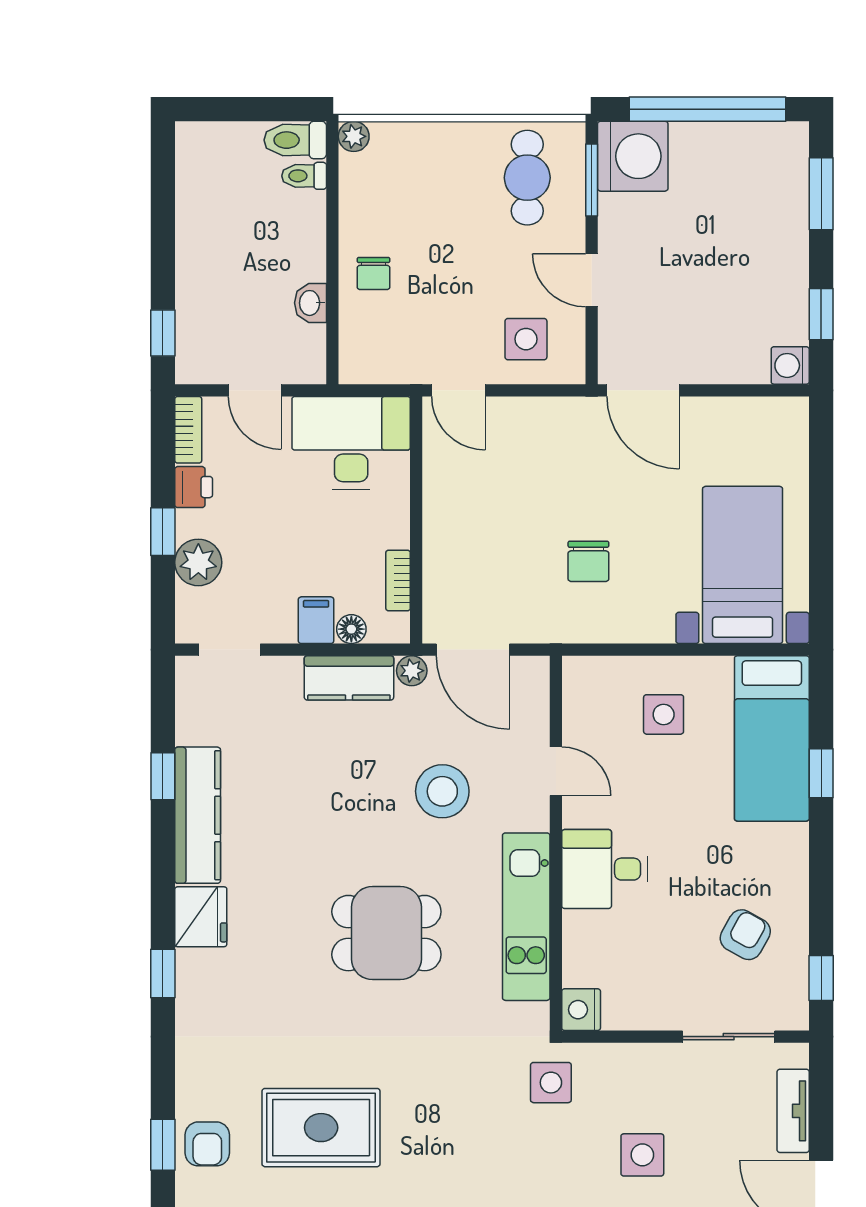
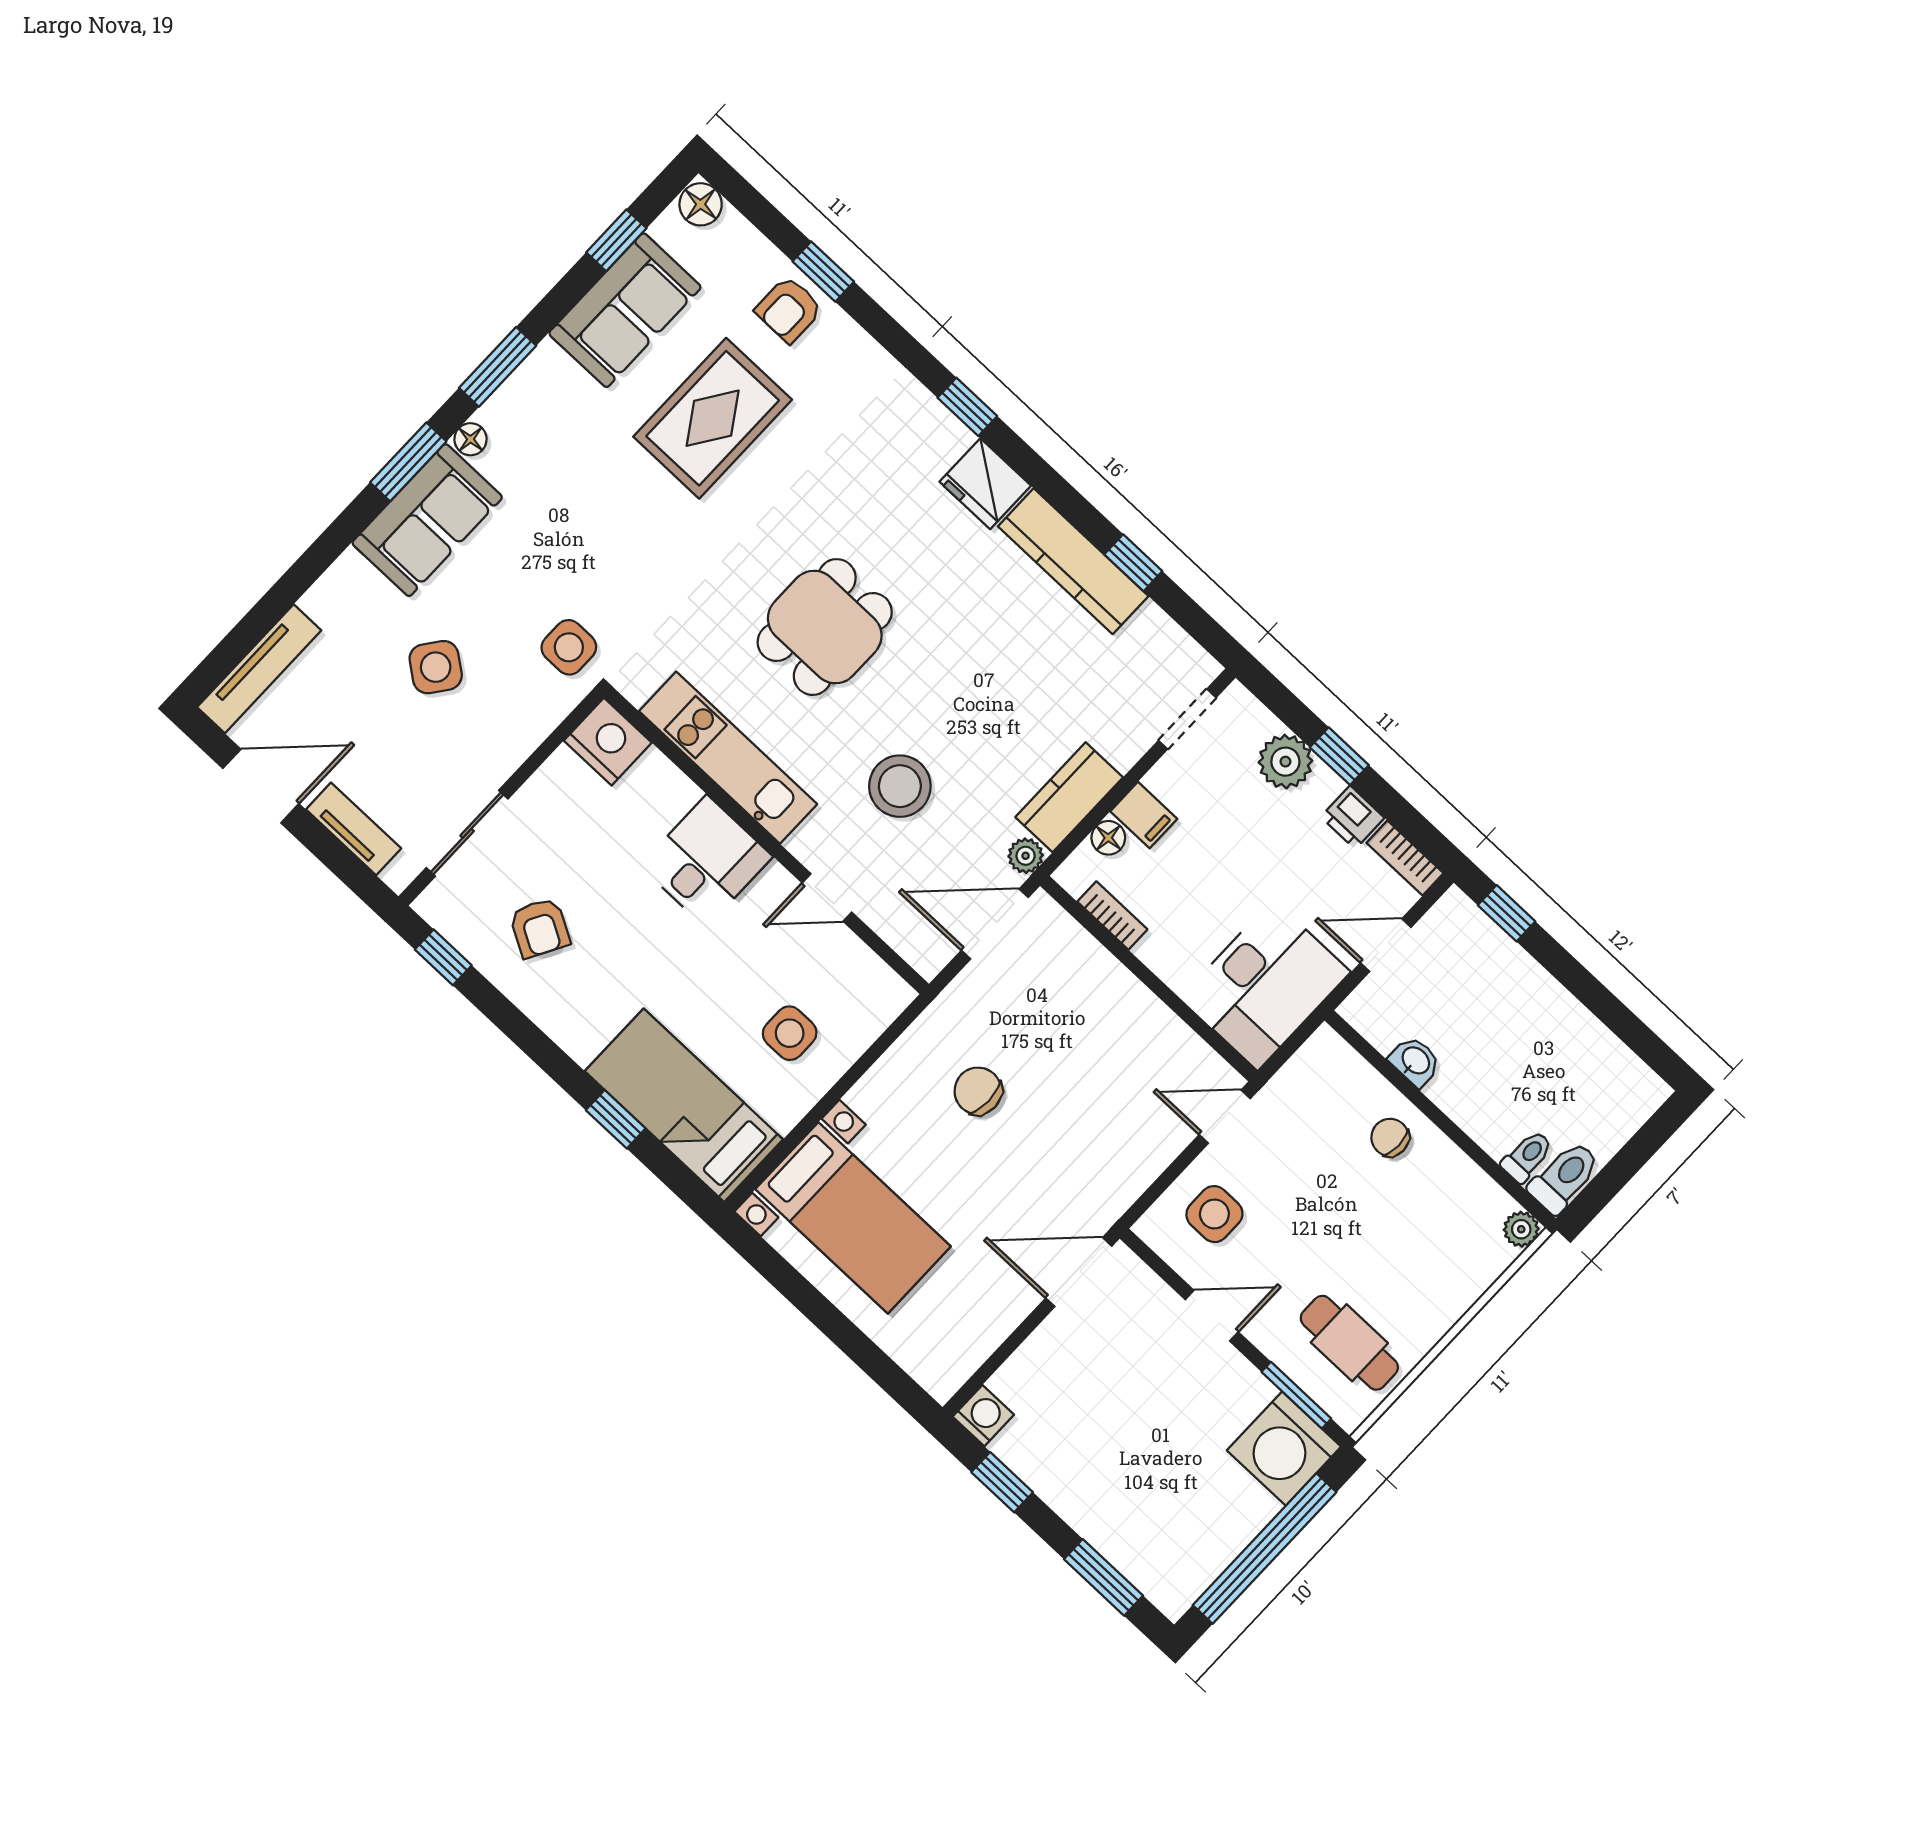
nightstand: (581, 1010) -> (608, 742), width x1.36, depth x1.33
armchair: (207, 1144) -> (789, 310), turned -90
side table: (642, 1155) -> (436, 667), turned 37

